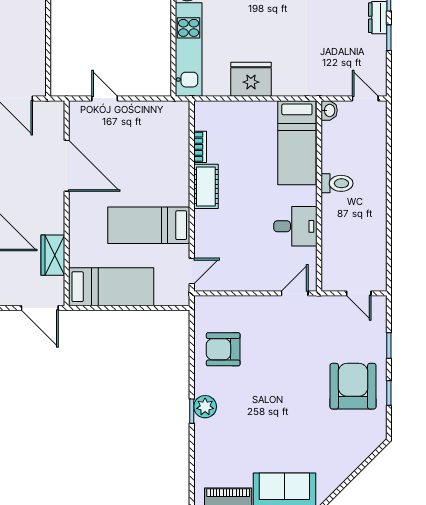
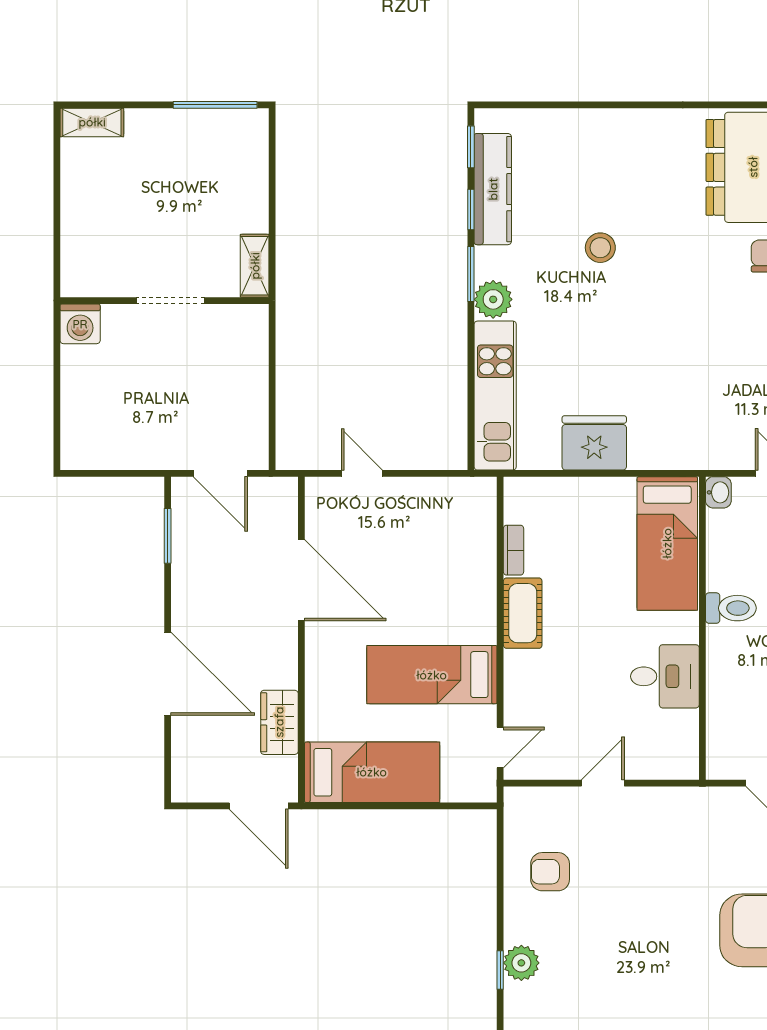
door: (295, 293) -> (603, 783), moved
armchair: (223, 349) -> (550, 872), width x0.72, depth x0.72

